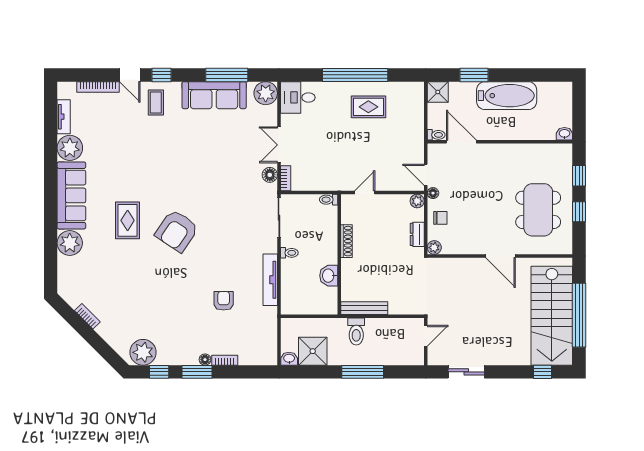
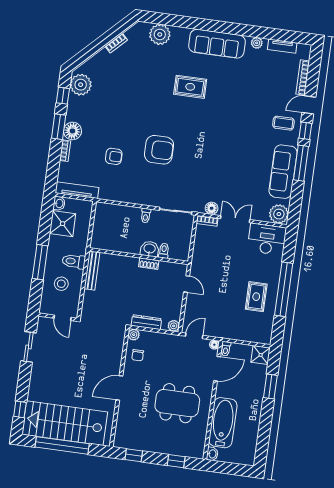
window: (227, 75) -> (301, 163), moved
bathtub: (507, 96) -> (223, 423), moved, turned 180
desk: (298, 97) -> (267, 239), width x1.37
plant: (70, 148) -> (257, 43), width x0.53, depth x0.53
floor lamp: (433, 193) -> (214, 345), moved
toilet: (329, 200) -> (164, 251), moved
dining table: (538, 210) -> (177, 403), moved
window: (579, 212) -> (134, 455), moved
chair: (440, 218) -> (138, 355), moved
armchair: (177, 231) -> (159, 150), moved, turned 146
dresser: (417, 234) -> (146, 322), width x1.44
shoe rack: (347, 241) -> (149, 264), width x0.70
plant: (70, 243) -> (160, 34), moved
washbasin: (329, 276) -> (150, 249), moved
tv unit: (270, 280) -> (77, 190), moved
stool: (385, 343) -> (61, 284), added
floor lamp: (205, 360) -> (72, 131), width x1.89, depth x1.89

